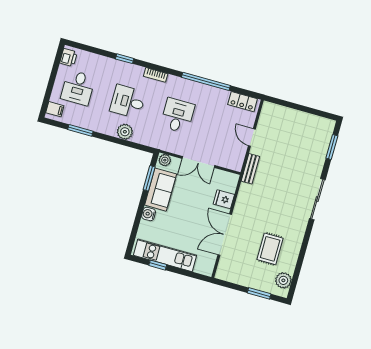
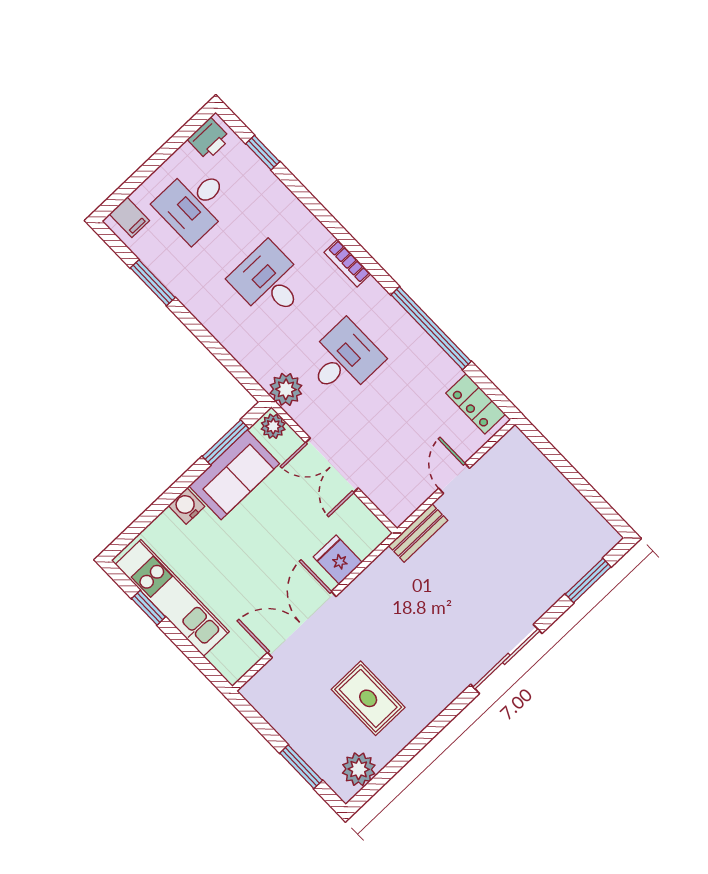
window: (125, 59) -> (263, 153), moved
plant: (125, 132) -> (286, 389), moved
rug: (270, 249) -> (368, 698), turned 90

